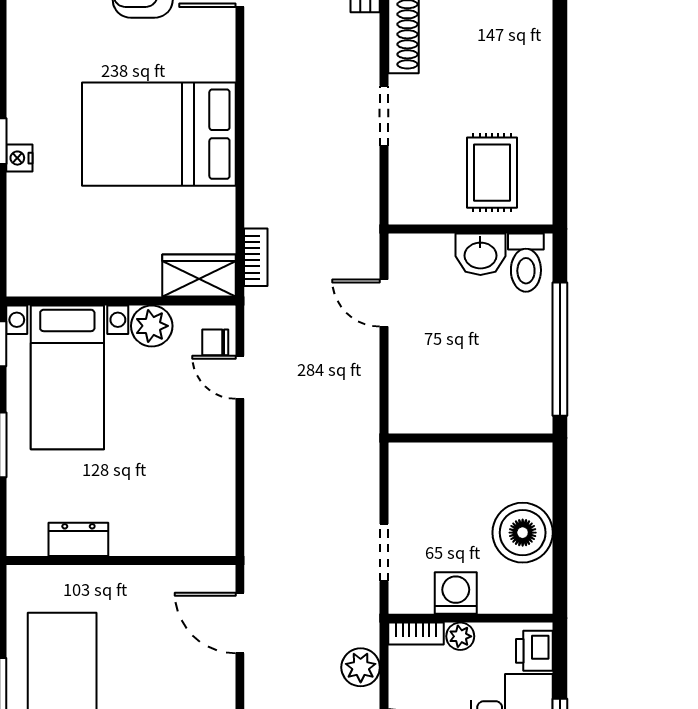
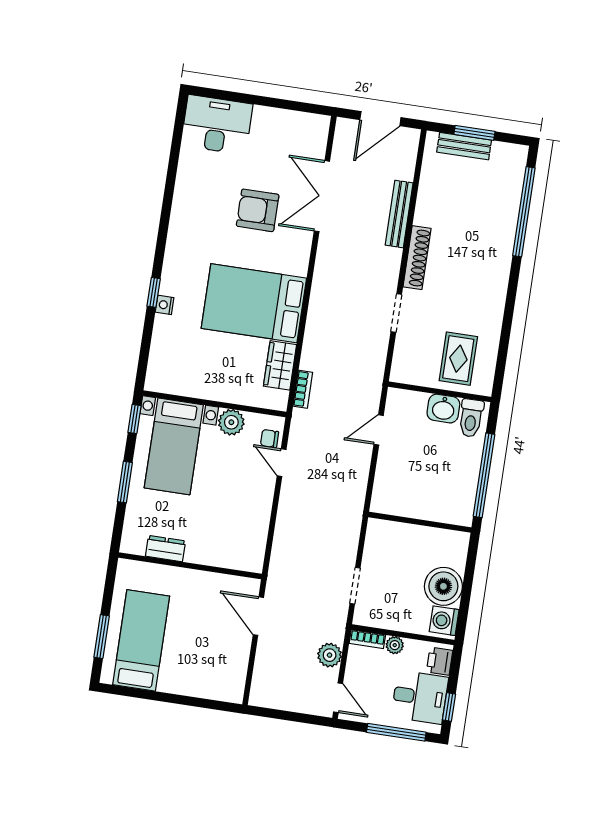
wardrobe: (199, 275) -> (280, 365), moved, turned -90
door: (384, 303) -> (379, 430), hinge flipped
washing machine: (456, 593) -> (444, 621), moved, turned -90

